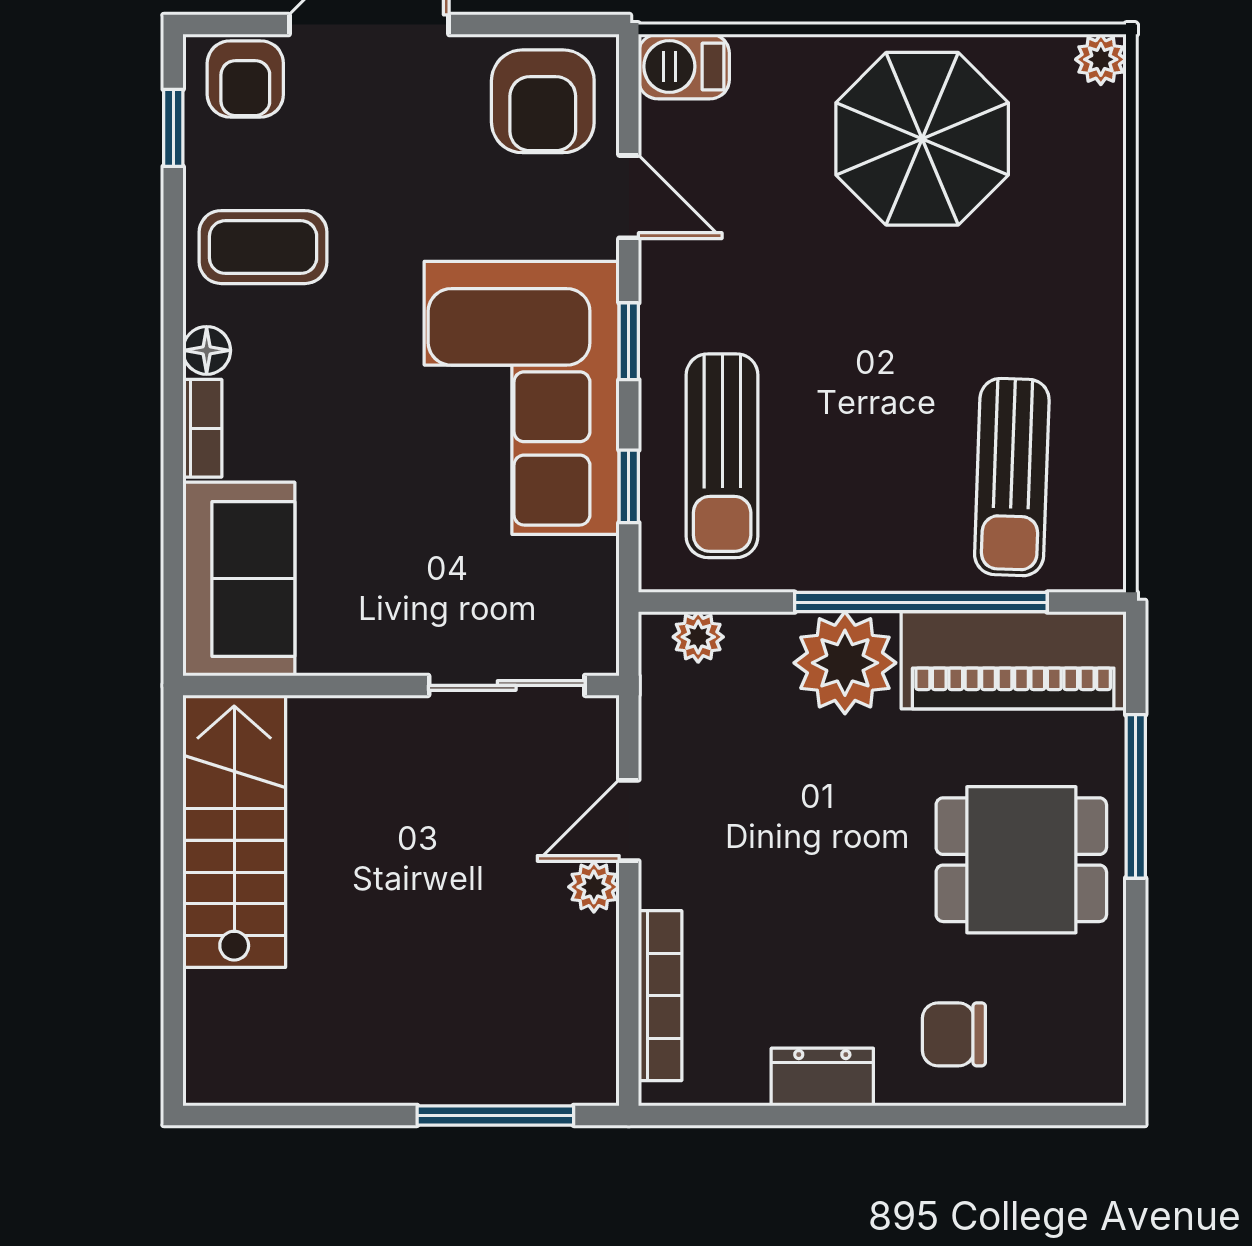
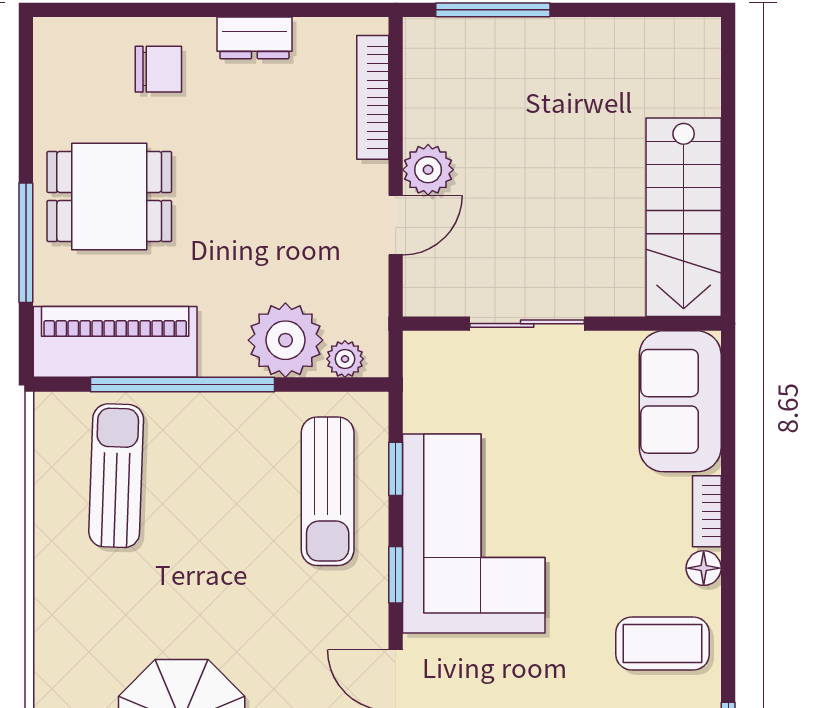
sun lounger: (722, 456) -> (328, 491), turned 180
plant: (845, 663) -> (285, 340), moved
sliding door: (507, 685) -> (527, 324), moved
plant: (594, 887) -> (428, 170), width x1.38, depth x1.38

